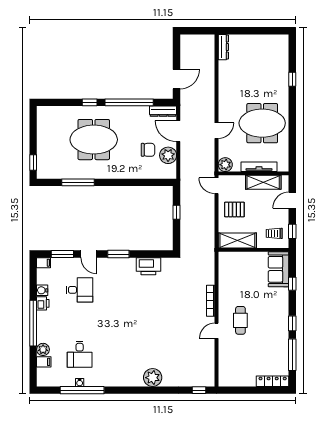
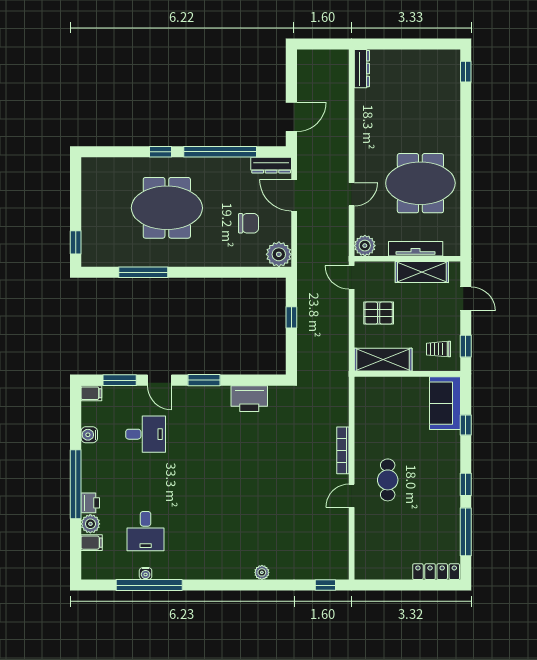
window: (292, 79) -> (466, 72), moved
plant: (168, 155) -> (279, 254), moved
door: (292, 200) -> (466, 299), swing flipped
printer: (43, 303) -> (90, 503), moved
plant: (153, 378) -> (262, 572), width x0.53, depth x0.53

